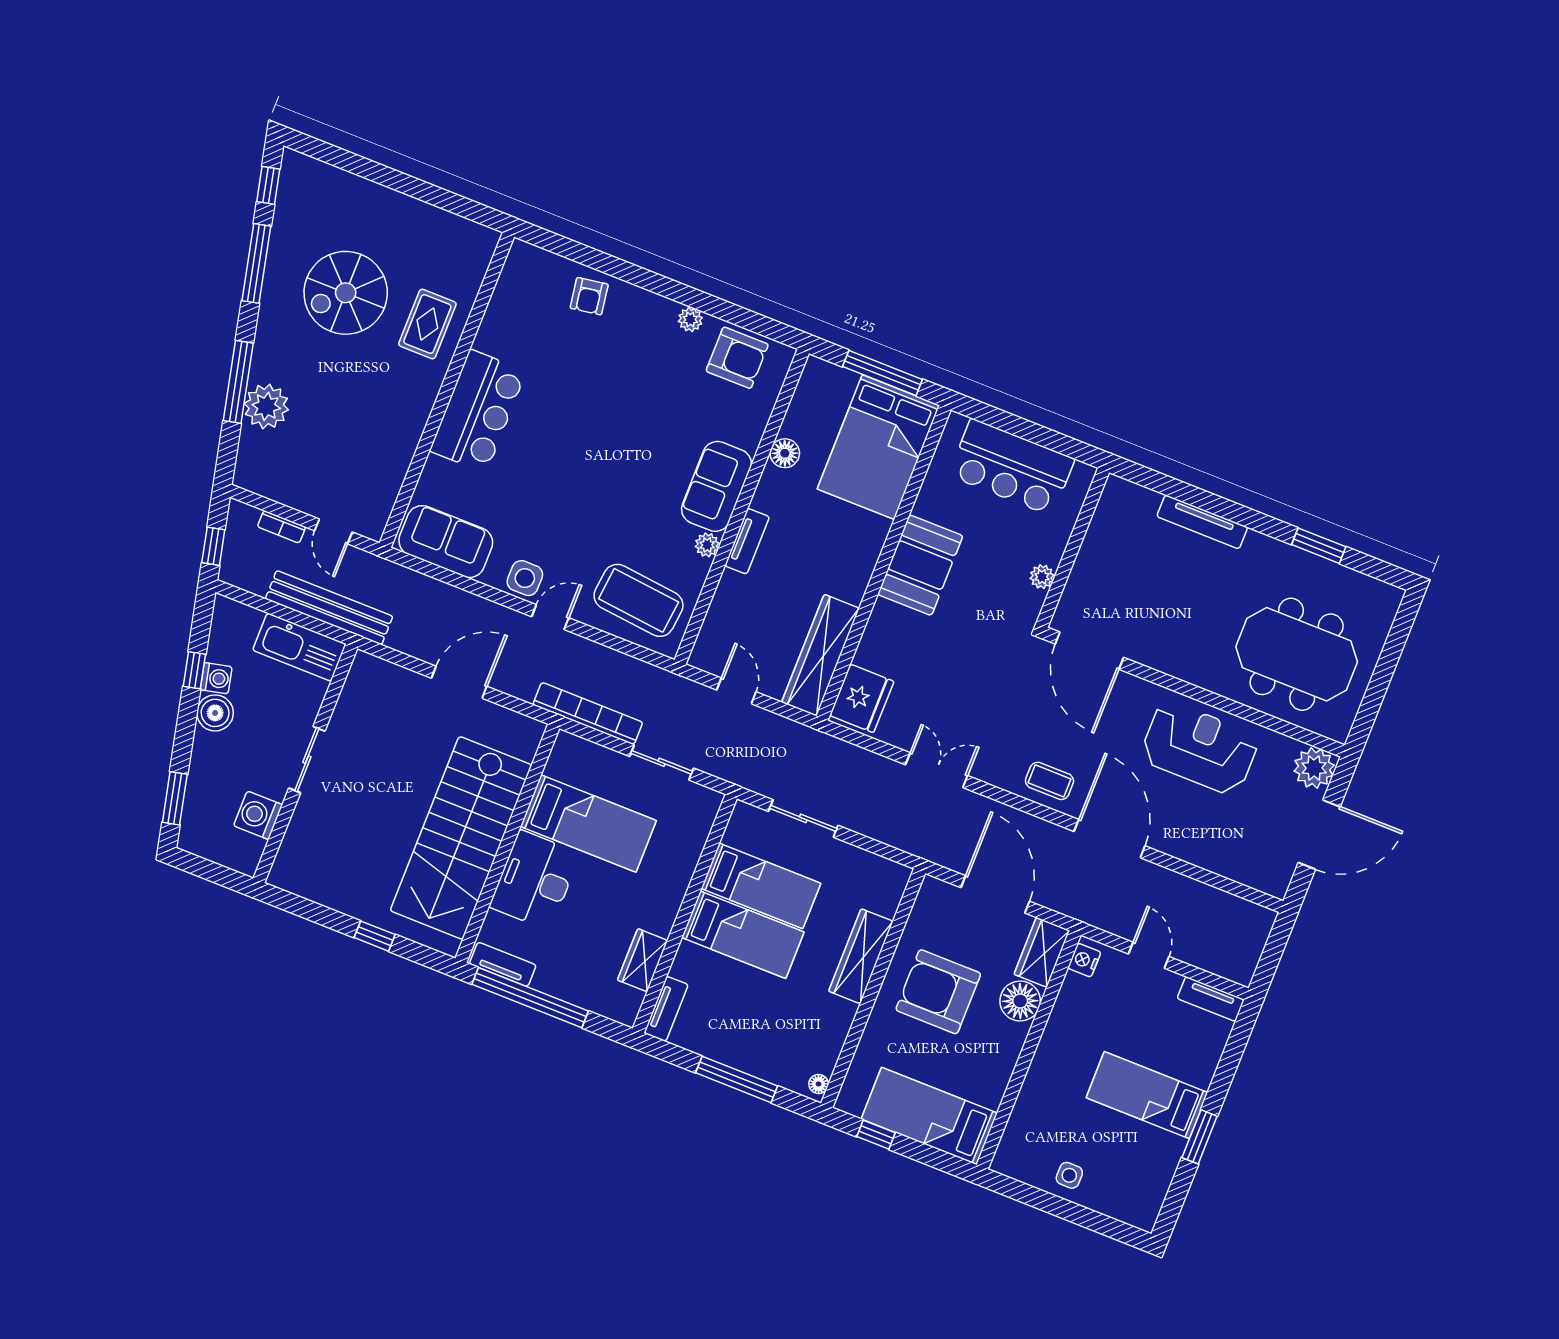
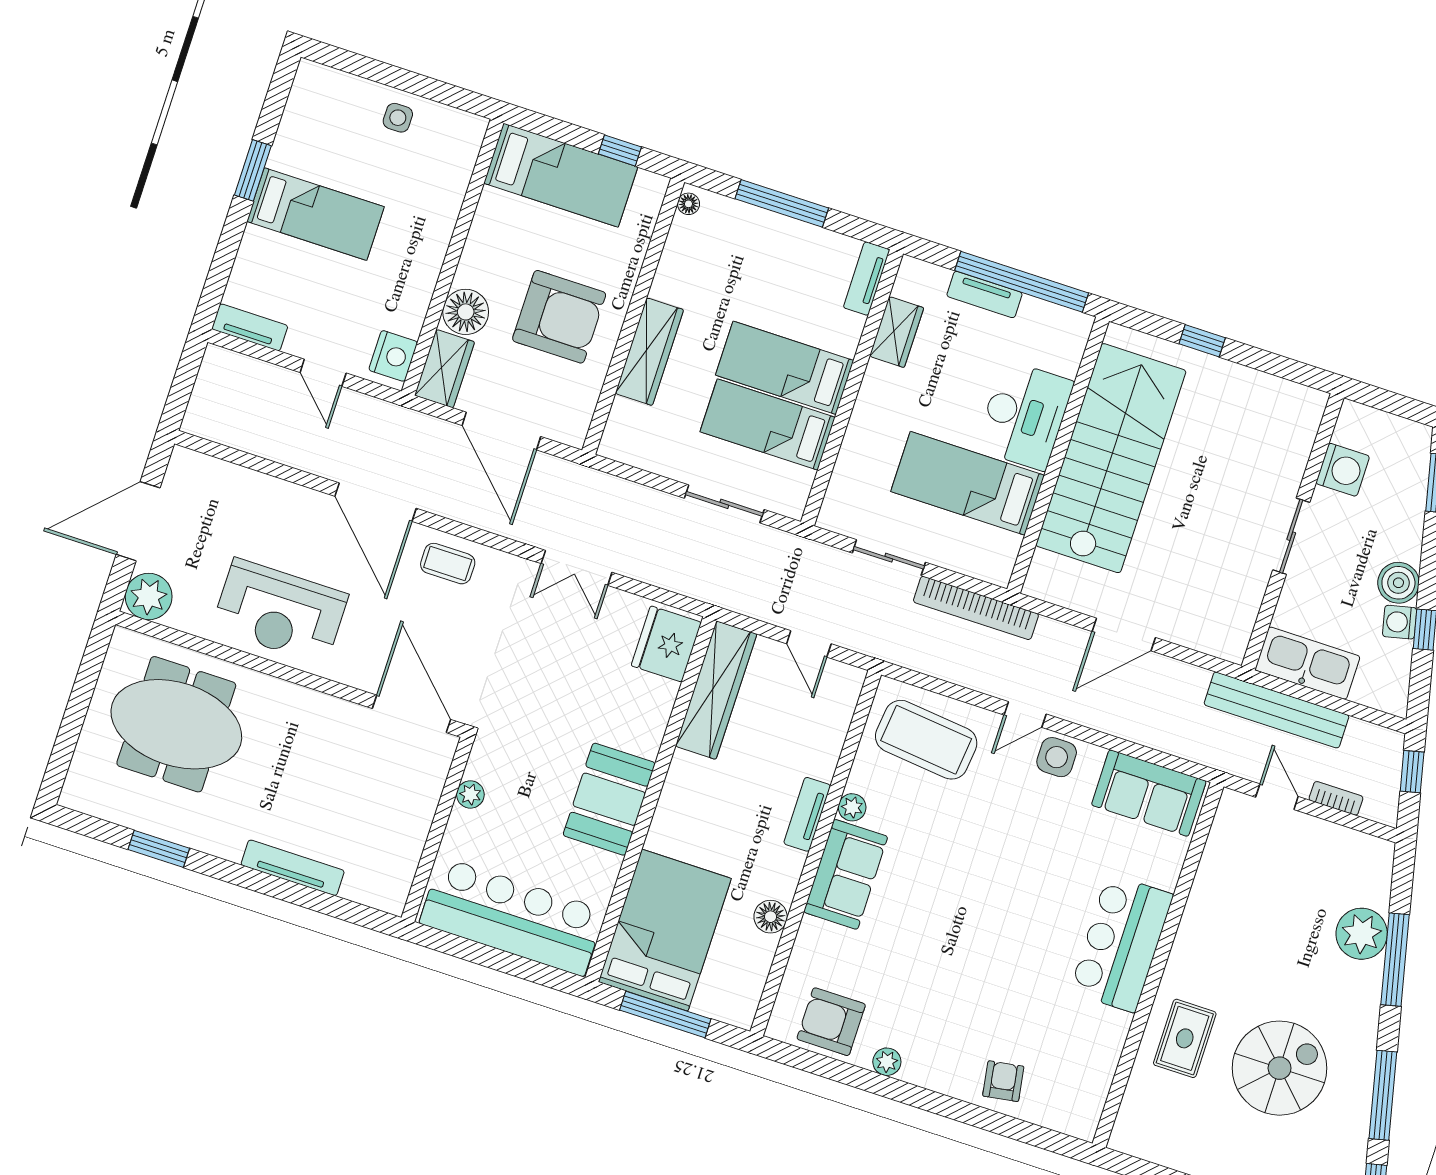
bar counter: (1012, 467) -> (512, 917), width x1.36
nightstand: (1084, 960) -> (393, 356), width x1.36, depth x1.33
tv unit: (503, 964) -> (985, 295), moved

